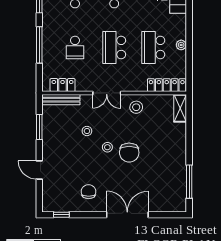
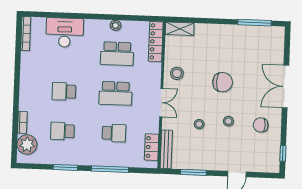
stool: (107, 147) -> (228, 121), moved

